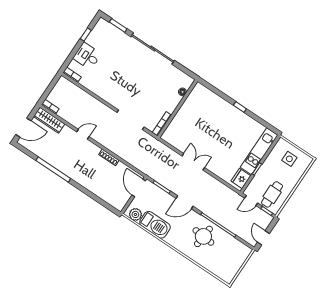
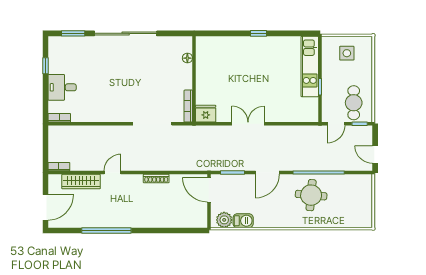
wardrobe: (49, 120) -> (81, 182), moved
fridge: (241, 178) -> (206, 114), moved, turned 90
barbecue: (155, 225) -> (243, 221), width x0.53, depth x0.65

